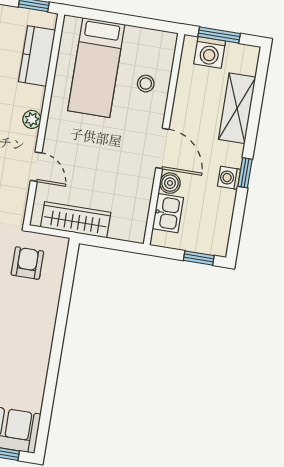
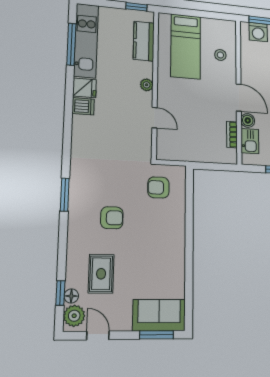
bookcase: (143, 201) -> (232, 135), added
wardrobe: (76, 220) -> (188, 152), removed
armchair: (27, 263) -> (158, 187), turned -90

